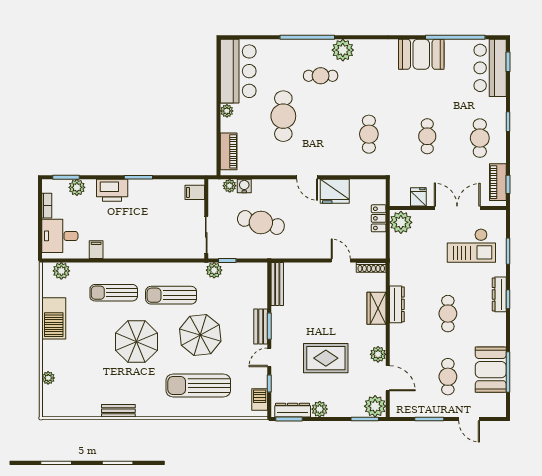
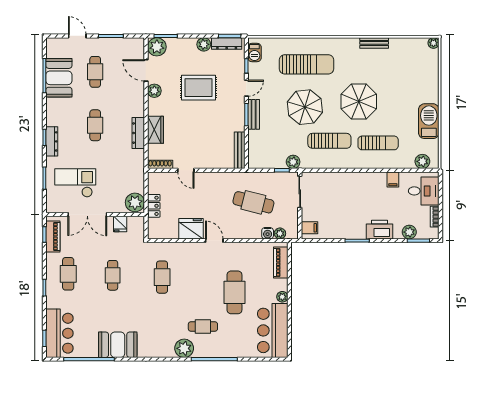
plant: (48, 378) -> (433, 43), moved

